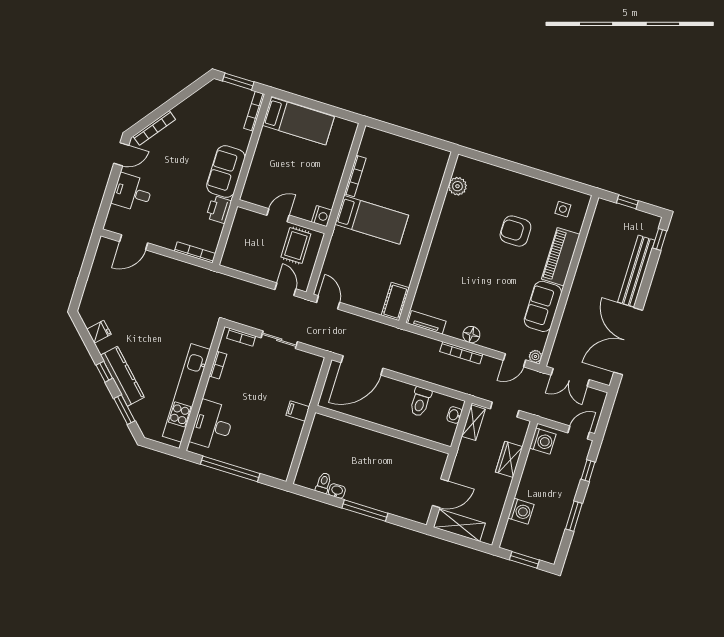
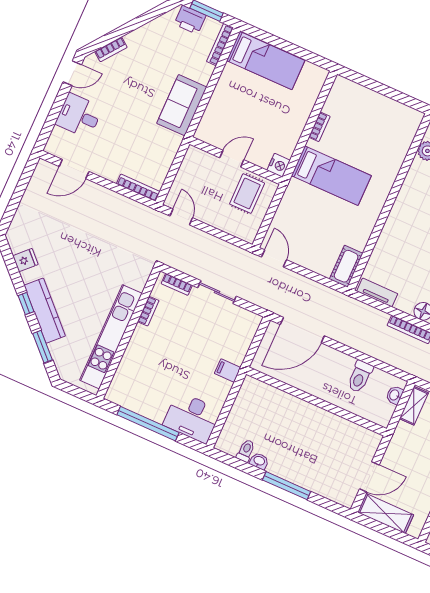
bookcase: (154, 128) -> (111, 49), width x0.64
bookcase: (355, 176) -> (319, 127), width x0.64
printer: (219, 209) -> (190, 20), moved, turned -90
door: (285, 289) -> (181, 217), moved
desk: (212, 425) -> (192, 418), moved, turned -90

